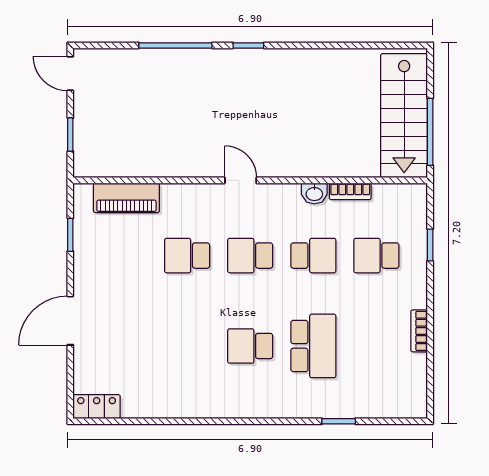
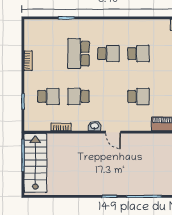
washbasin: (314, 193) -> (94, 126), moved
school desk: (250, 256) -> (138, 54), moved

